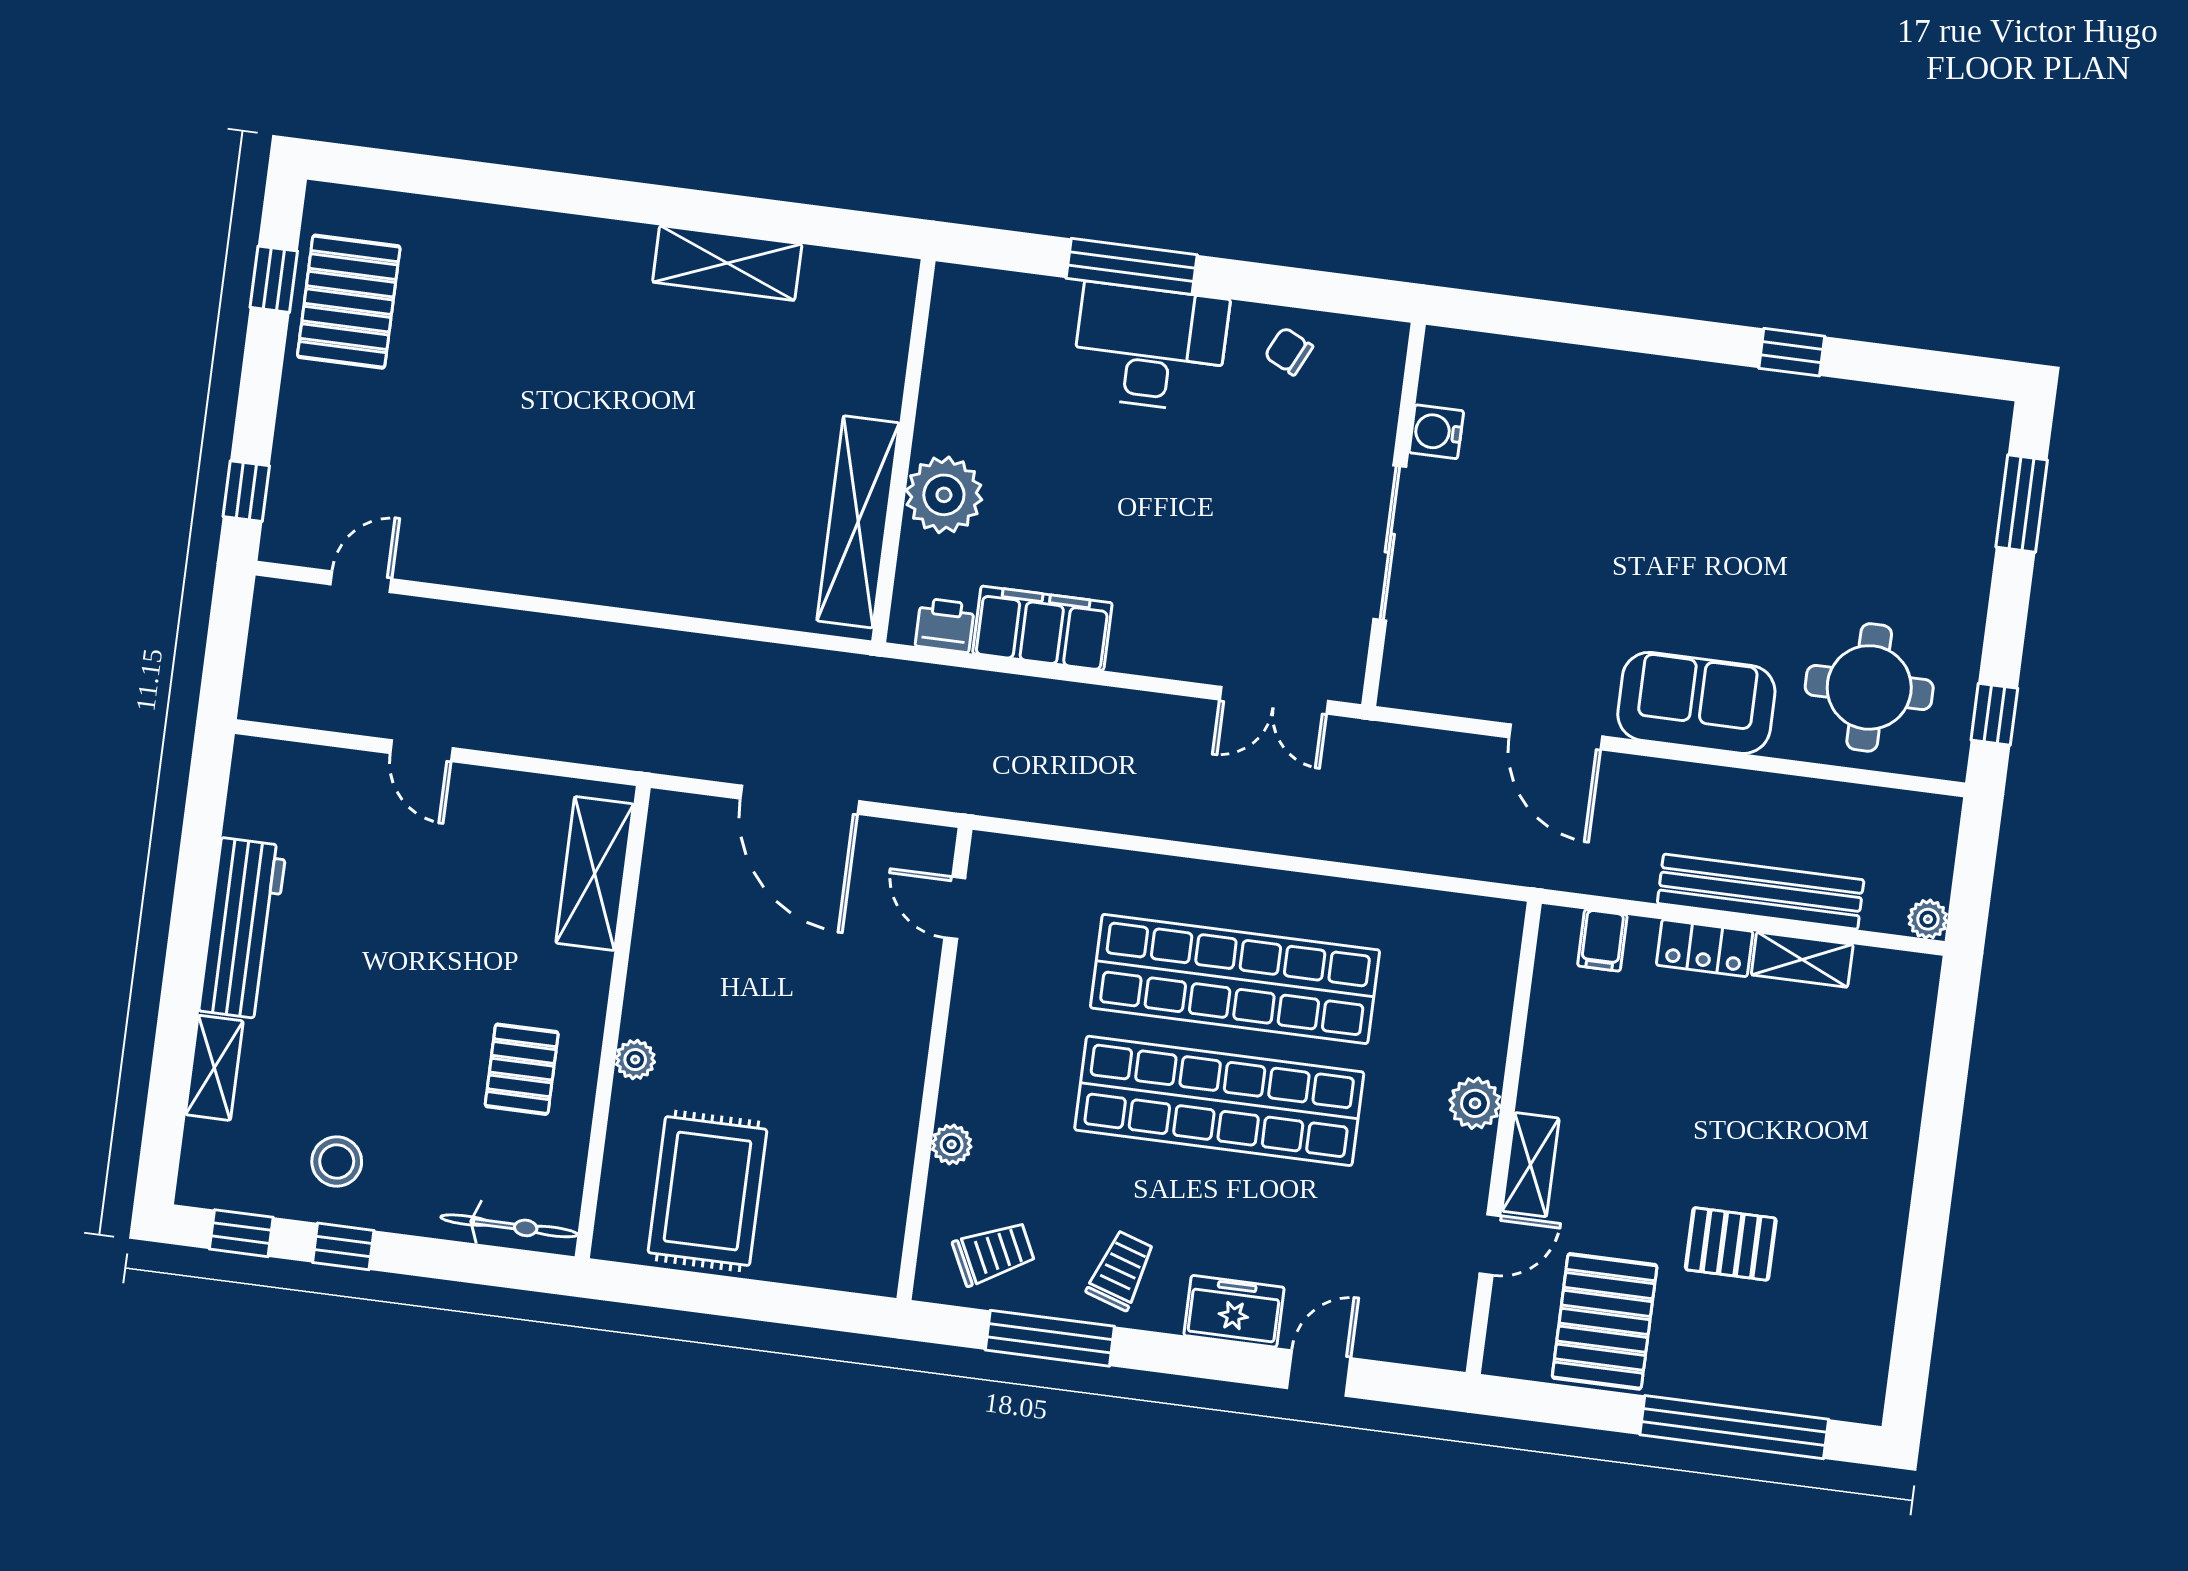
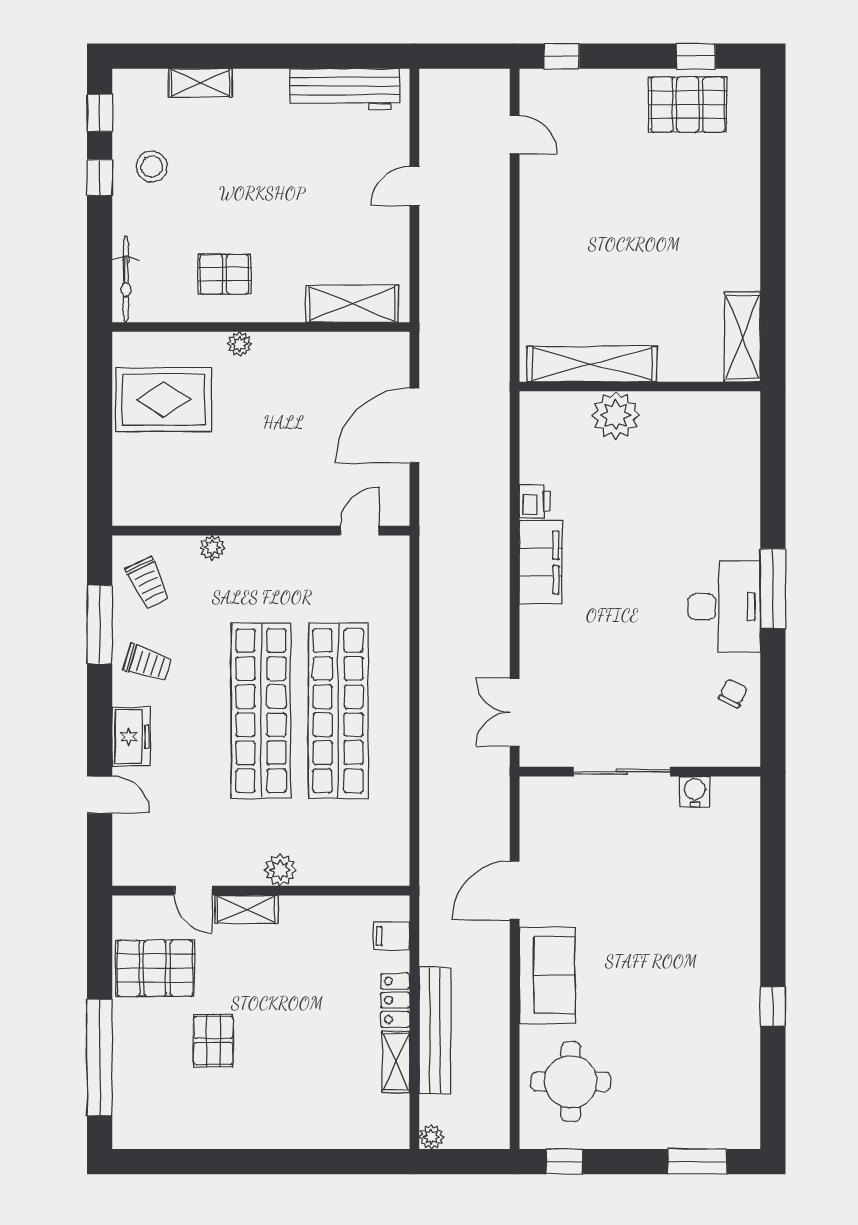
wall: (903, 451) -> (640, 387), moved
plant: (944, 495) -> (616, 415), moved
shelving: (858, 522) -> (592, 364), moved
workbench: (243, 928) -> (345, 89), moved

